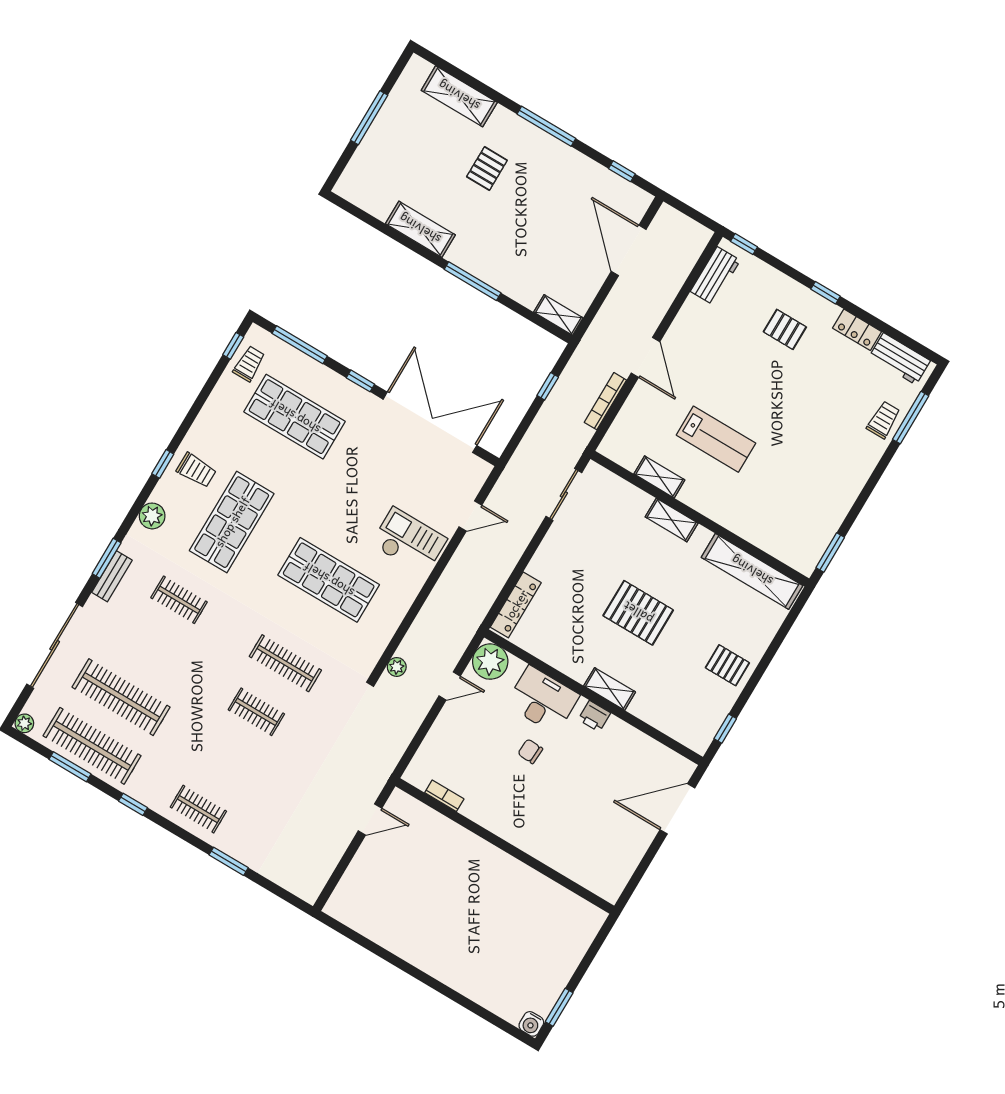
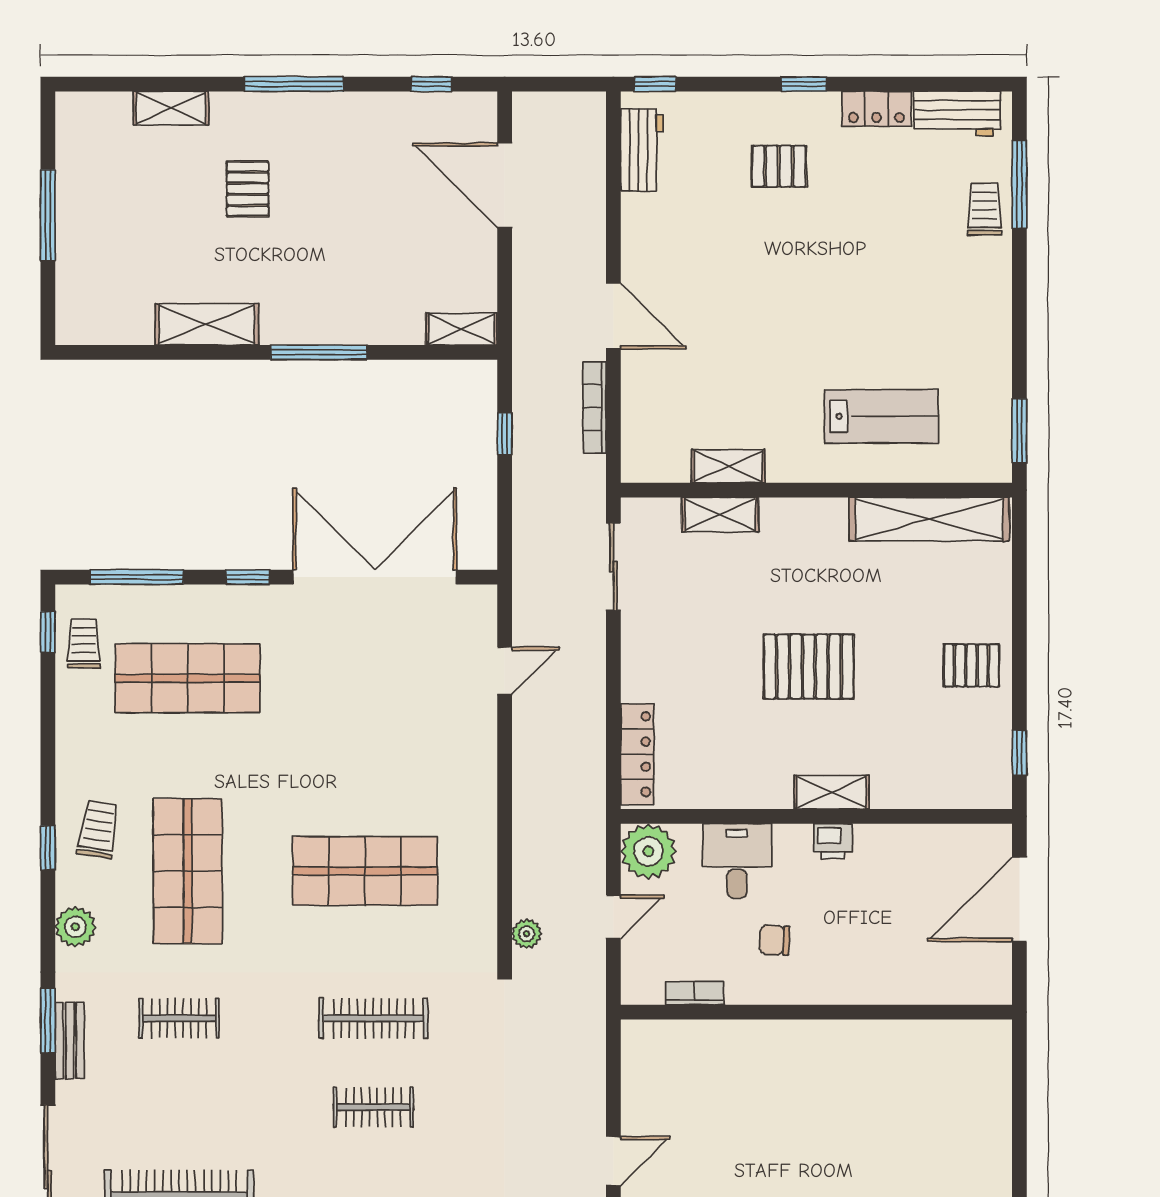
shelving: (459, 96) -> (171, 108), width x0.67, depth x0.75
lab bench: (716, 439) -> (881, 416), moved
trolley: (196, 470) -> (98, 829), turned -81
shelving: (672, 520) -> (720, 515), moved
checkout: (409, 541) -> (442, 755), removed
desk: (543, 700) -> (737, 861), width x0.73
bookcase: (444, 796) -> (694, 993), moved
wall: (505, 846) -> (816, 1012), moved

